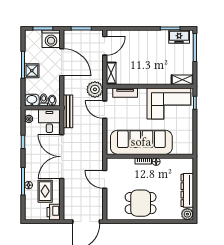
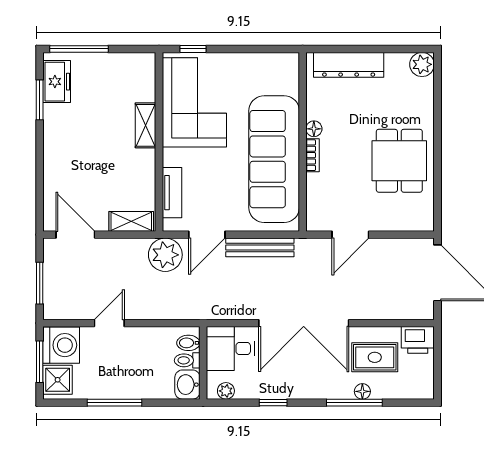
door: (62, 62) -> (109, 323), width x0.53
shower: (32, 71) -> (58, 380), moved
shelving: (182, 80) -> (146, 125), moved
bench: (68, 111) -> (260, 247), moved
dresser: (187, 190) -> (349, 65), moved

